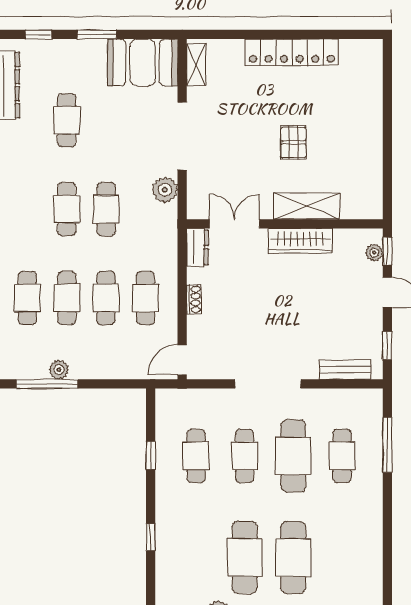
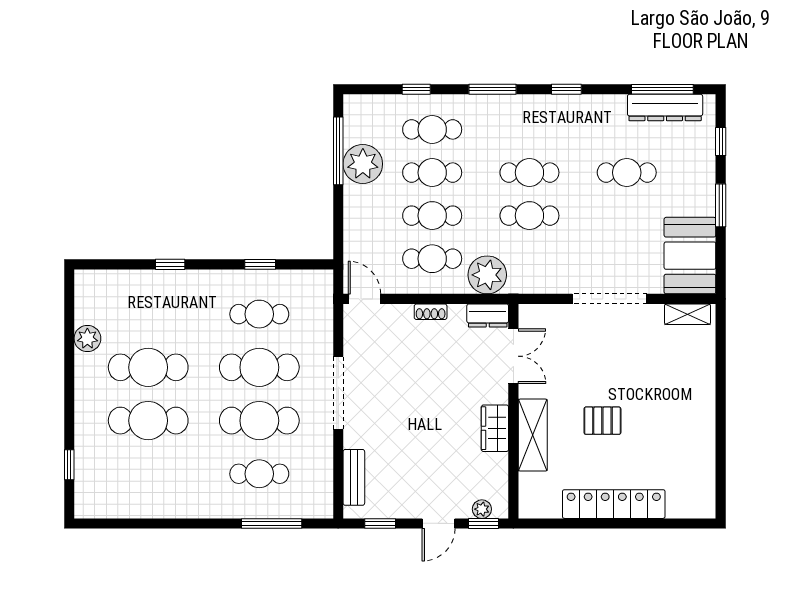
locker: (292, 52) -> (614, 504), moved, turned 90
plant: (165, 190) -> (487, 275), moved, width x1.36, depth x1.36
wardrobe: (300, 241) -> (495, 428), width x0.67
plant: (59, 370) -> (363, 164), width x1.87, depth x1.87
cafe table: (245, 456) -> (259, 367), width x1.37, depth x1.35

